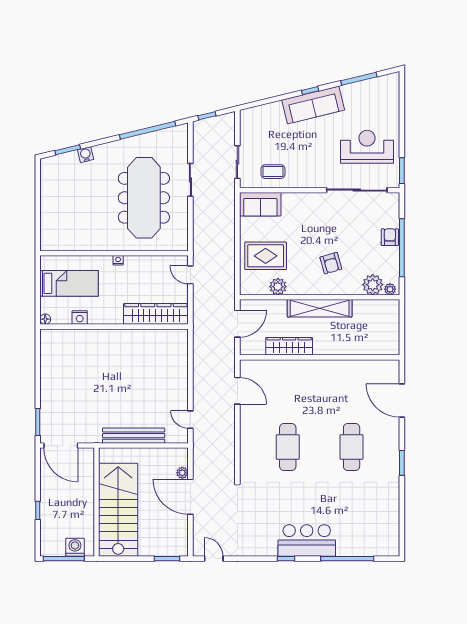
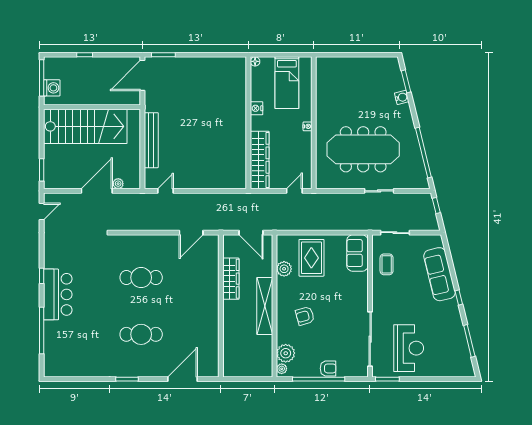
sofa: (313, 105) -> (440, 274), moved
nightstand: (80, 318) -> (256, 108), moved

